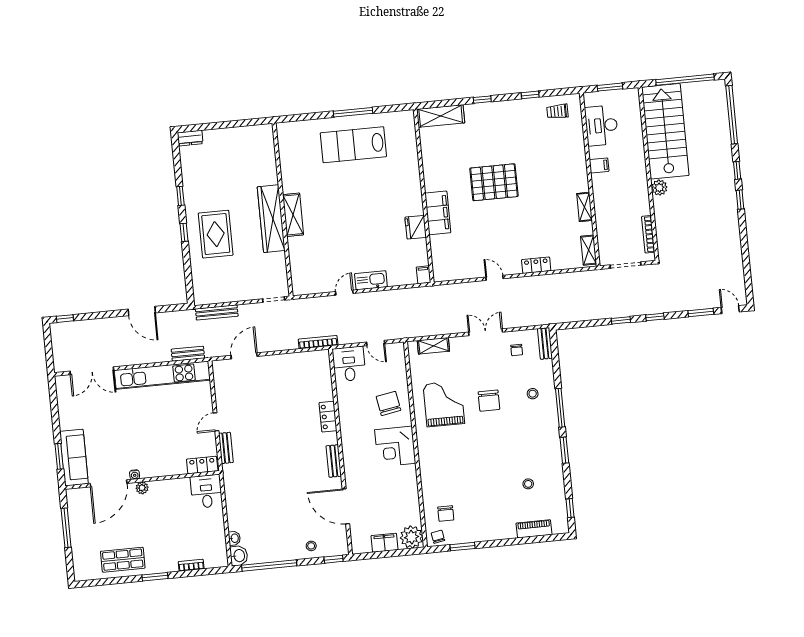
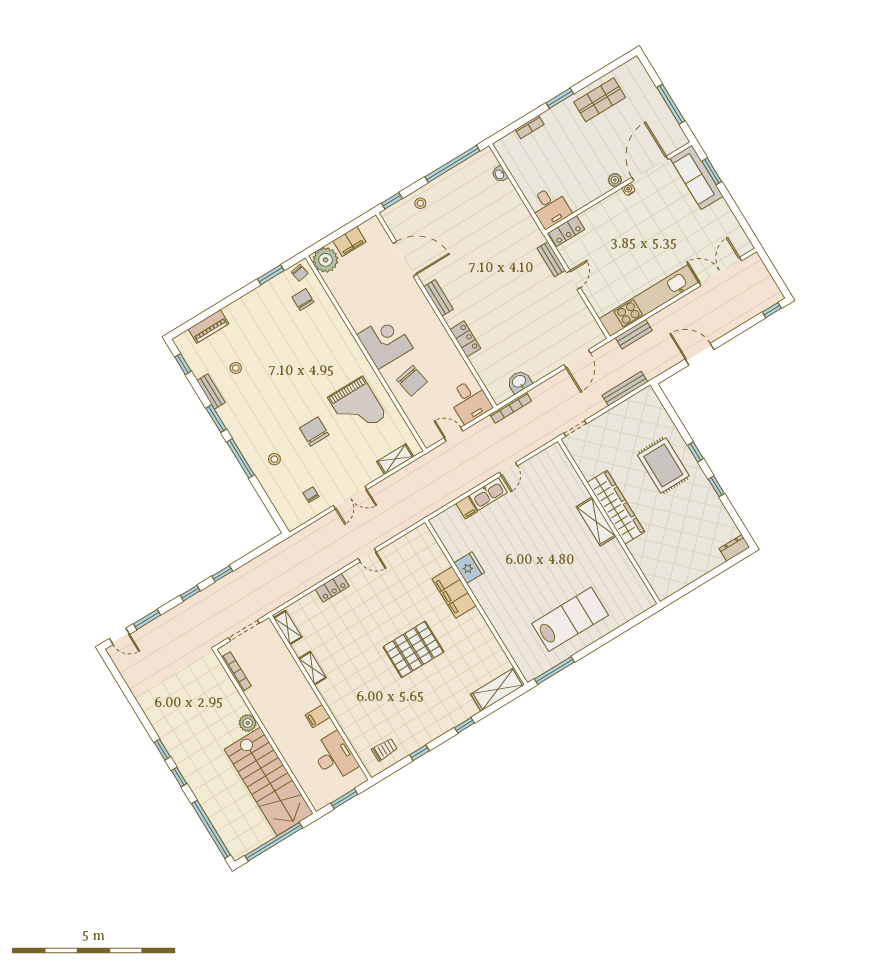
window: (353, 112) -> (554, 670), moved
filing cabinet: (423, 275) -> (467, 508), moved
bench: (545, 343) -> (211, 391), moved
washbasin: (239, 556) -> (519, 382), moved, turned 90

